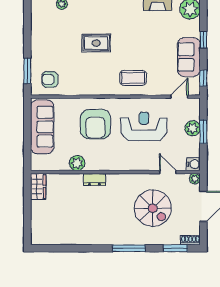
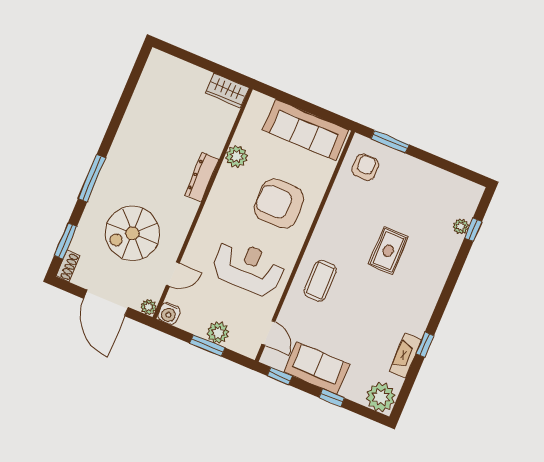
reception desk: (144, 126) -> (248, 268), turned -90
dresser: (94, 180) -> (202, 177), width x1.44

